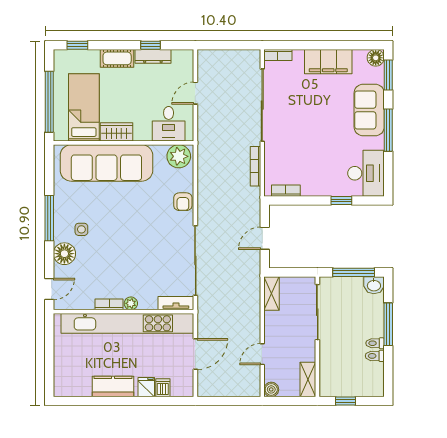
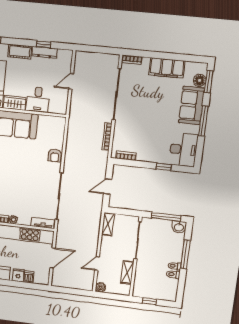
floor lamp: (376, 58) -> (200, 80), moved
desk: (169, 124) -> (38, 100), moved
plant: (179, 156) -> (55, 124), removed
shelving: (308, 379) -> (127, 273), moved

